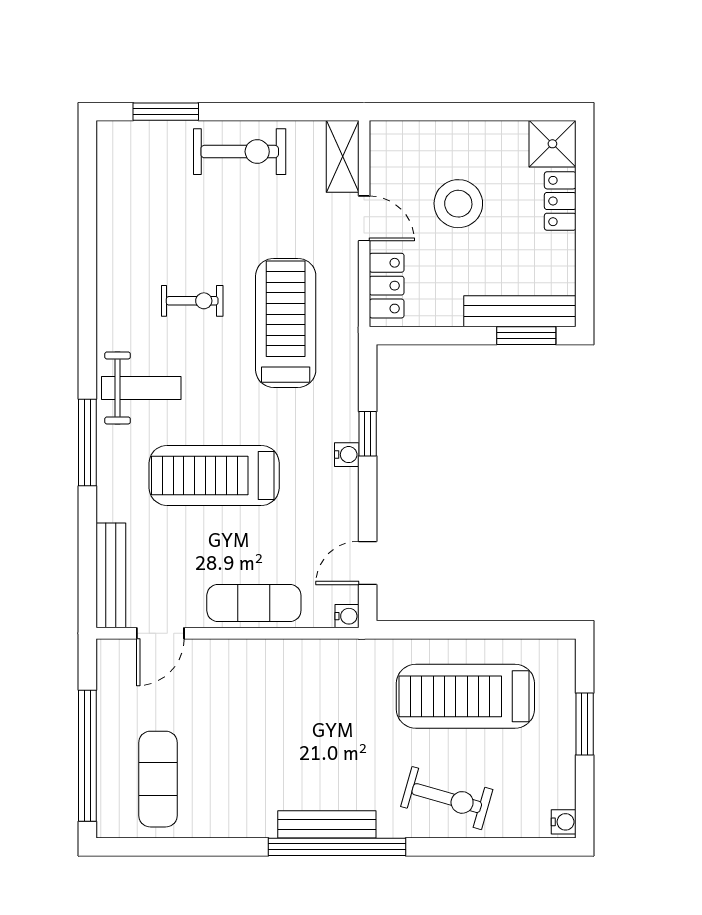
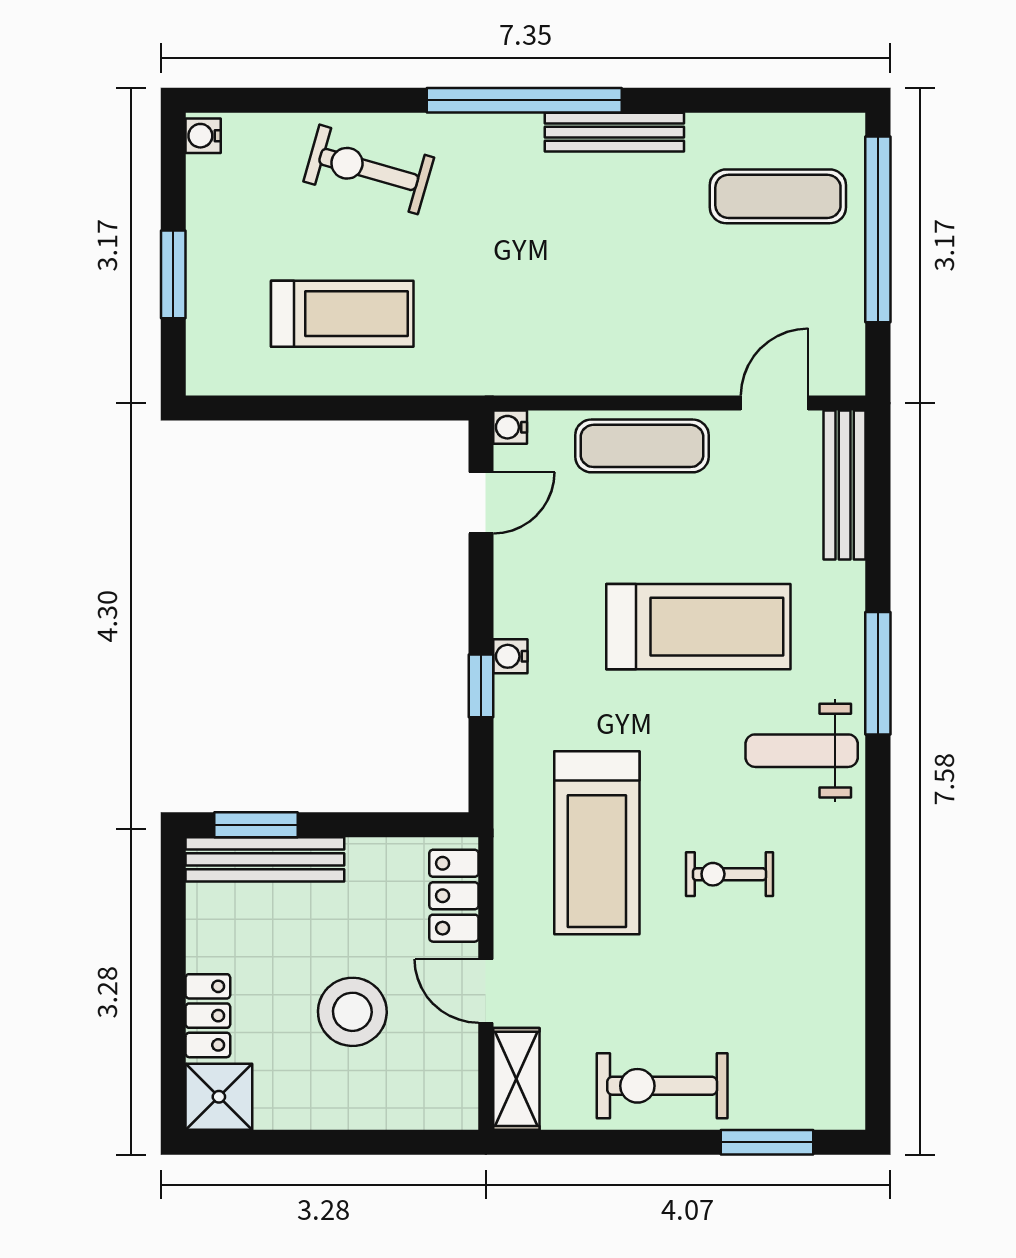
treadmill: (465, 696) -> (342, 314), width x0.73, depth x0.73
exercise mat: (158, 779) -> (778, 196), turned 90
bench: (327, 824) -> (614, 132), moved

